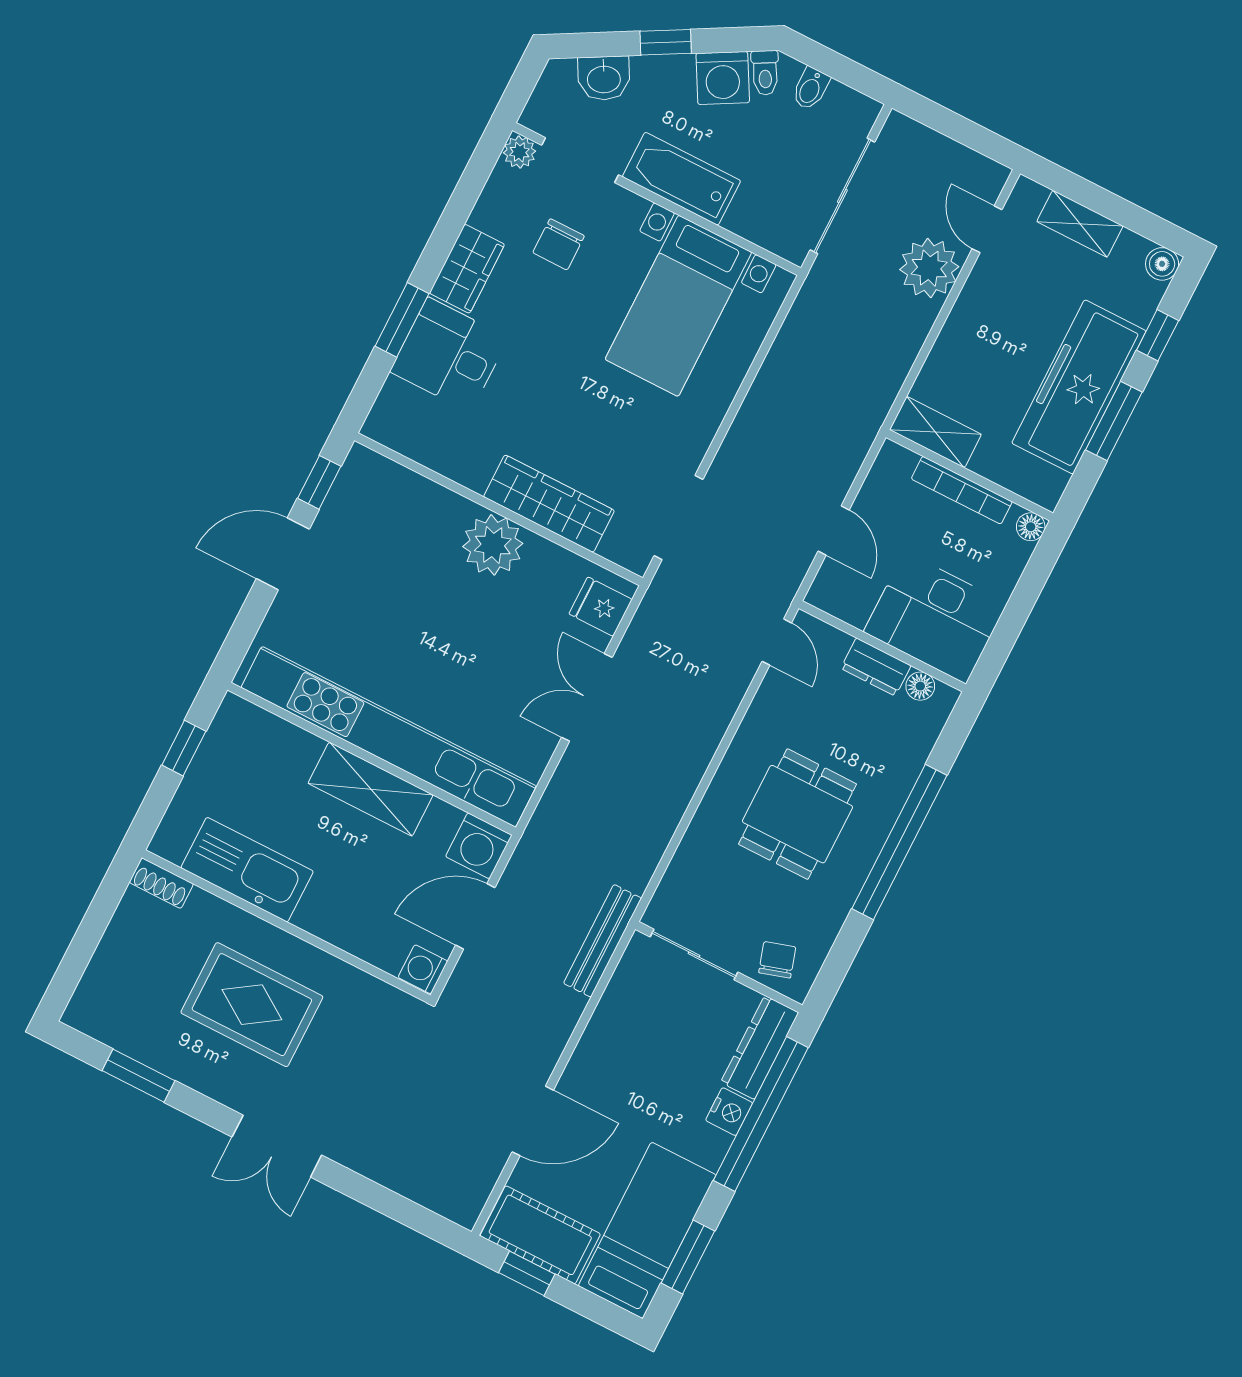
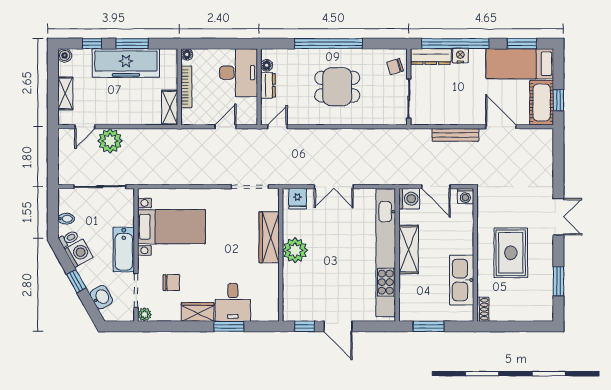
window: (184, 748) -> (429, 326), width x1.50
bench: (602, 941) -> (455, 135), moved

